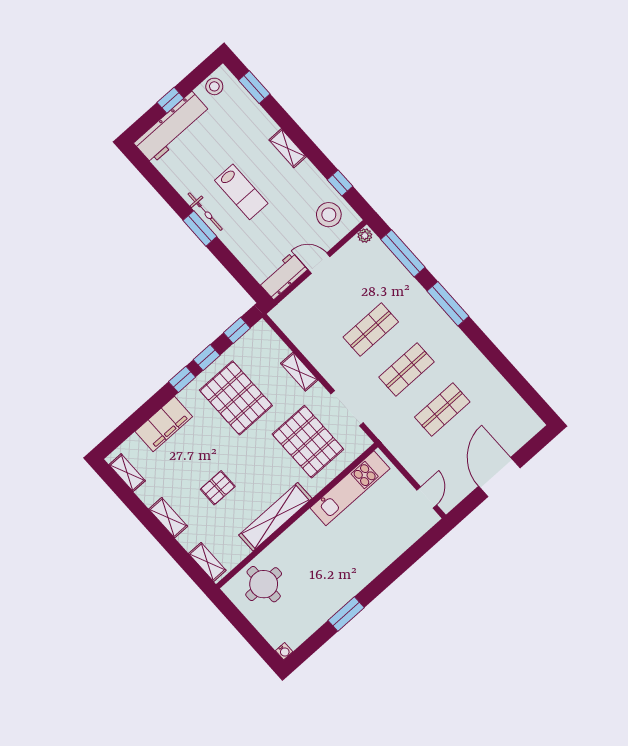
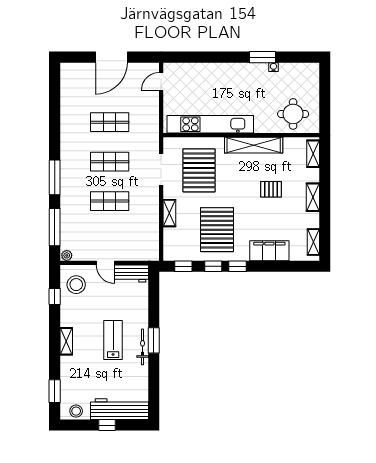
kitchen unit: (350, 488) -> (210, 124), width x1.36
water cooler: (284, 651) -> (273, 67), moved

